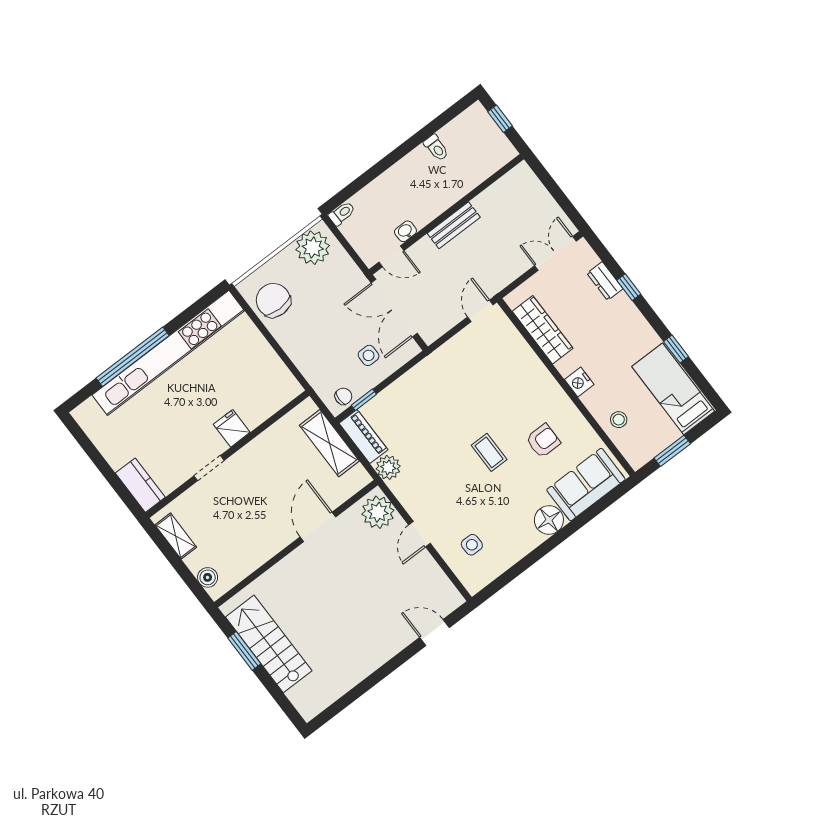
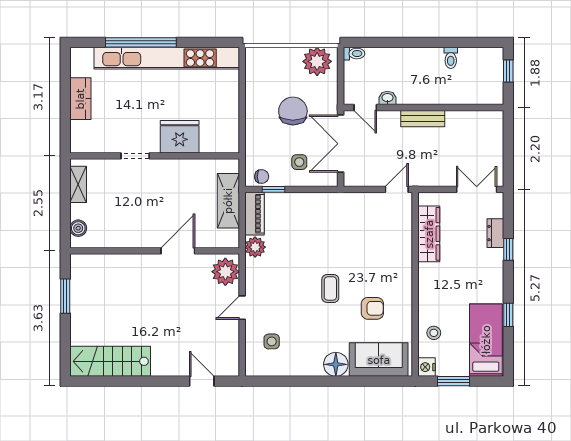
chair: (273, 300) -> (293, 111), moved
nightstand: (579, 382) -> (427, 367), moved
fridge: (232, 428) -> (180, 137), width x1.88, depth x1.34
kitchen counter: (140, 485) -> (80, 99), moved
stairs: (269, 644) -> (110, 361), moved, turned -90

